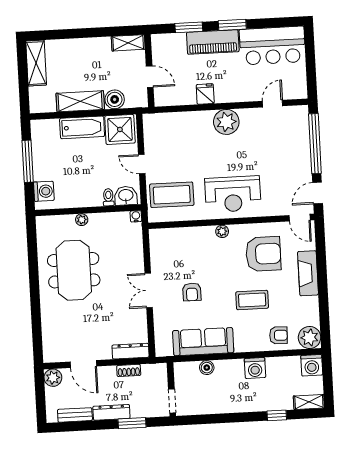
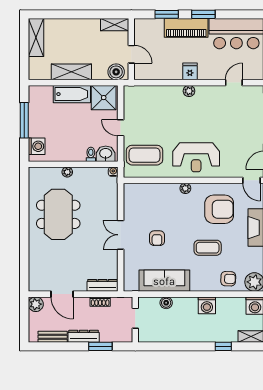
fridge: (205, 94) -> (190, 71), moved
boiler: (115, 99) -> (116, 72), moved
plant: (226, 122) -> (189, 91), width x0.53, depth x0.53
doorway: (172, 401) -> (135, 318), moved

